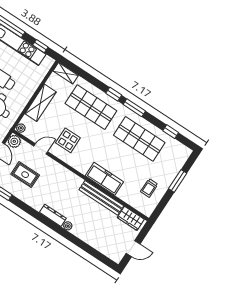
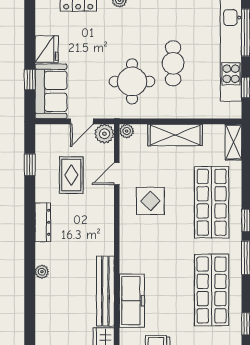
door: (41, 149) -> (117, 174), swing flipped
freezer: (104, 179) -> (132, 301), moved
dresser: (53, 215) -> (43, 222), moved

